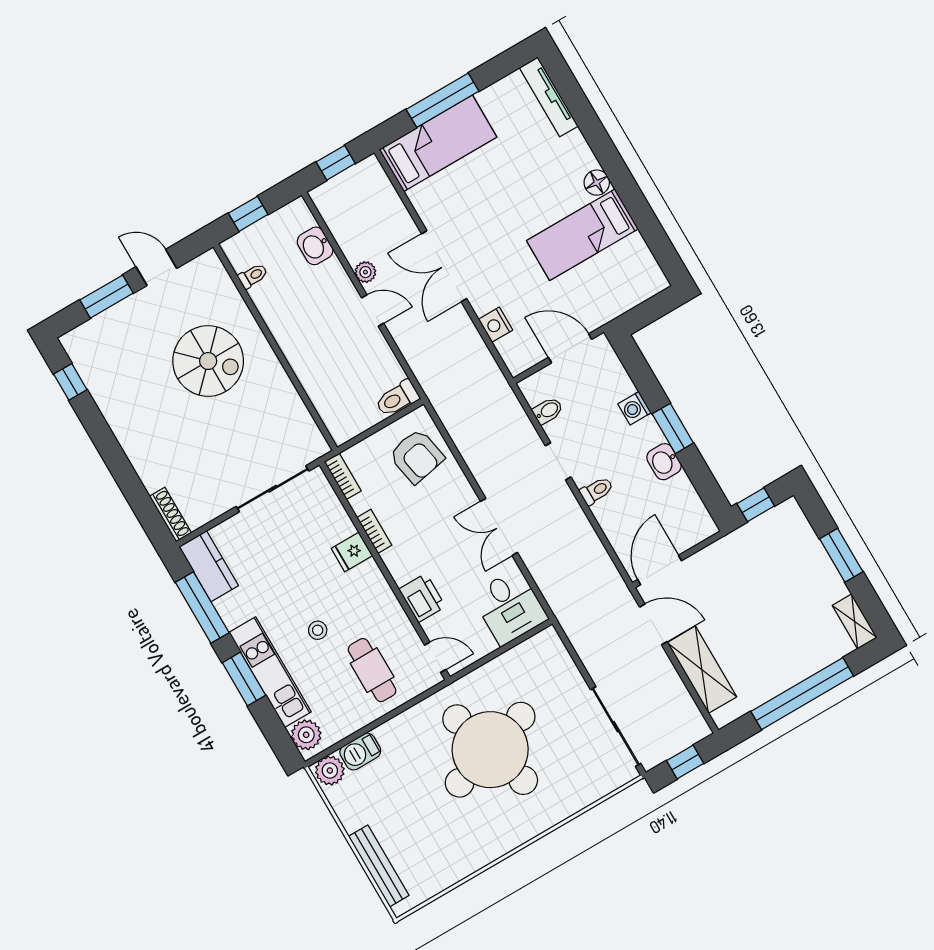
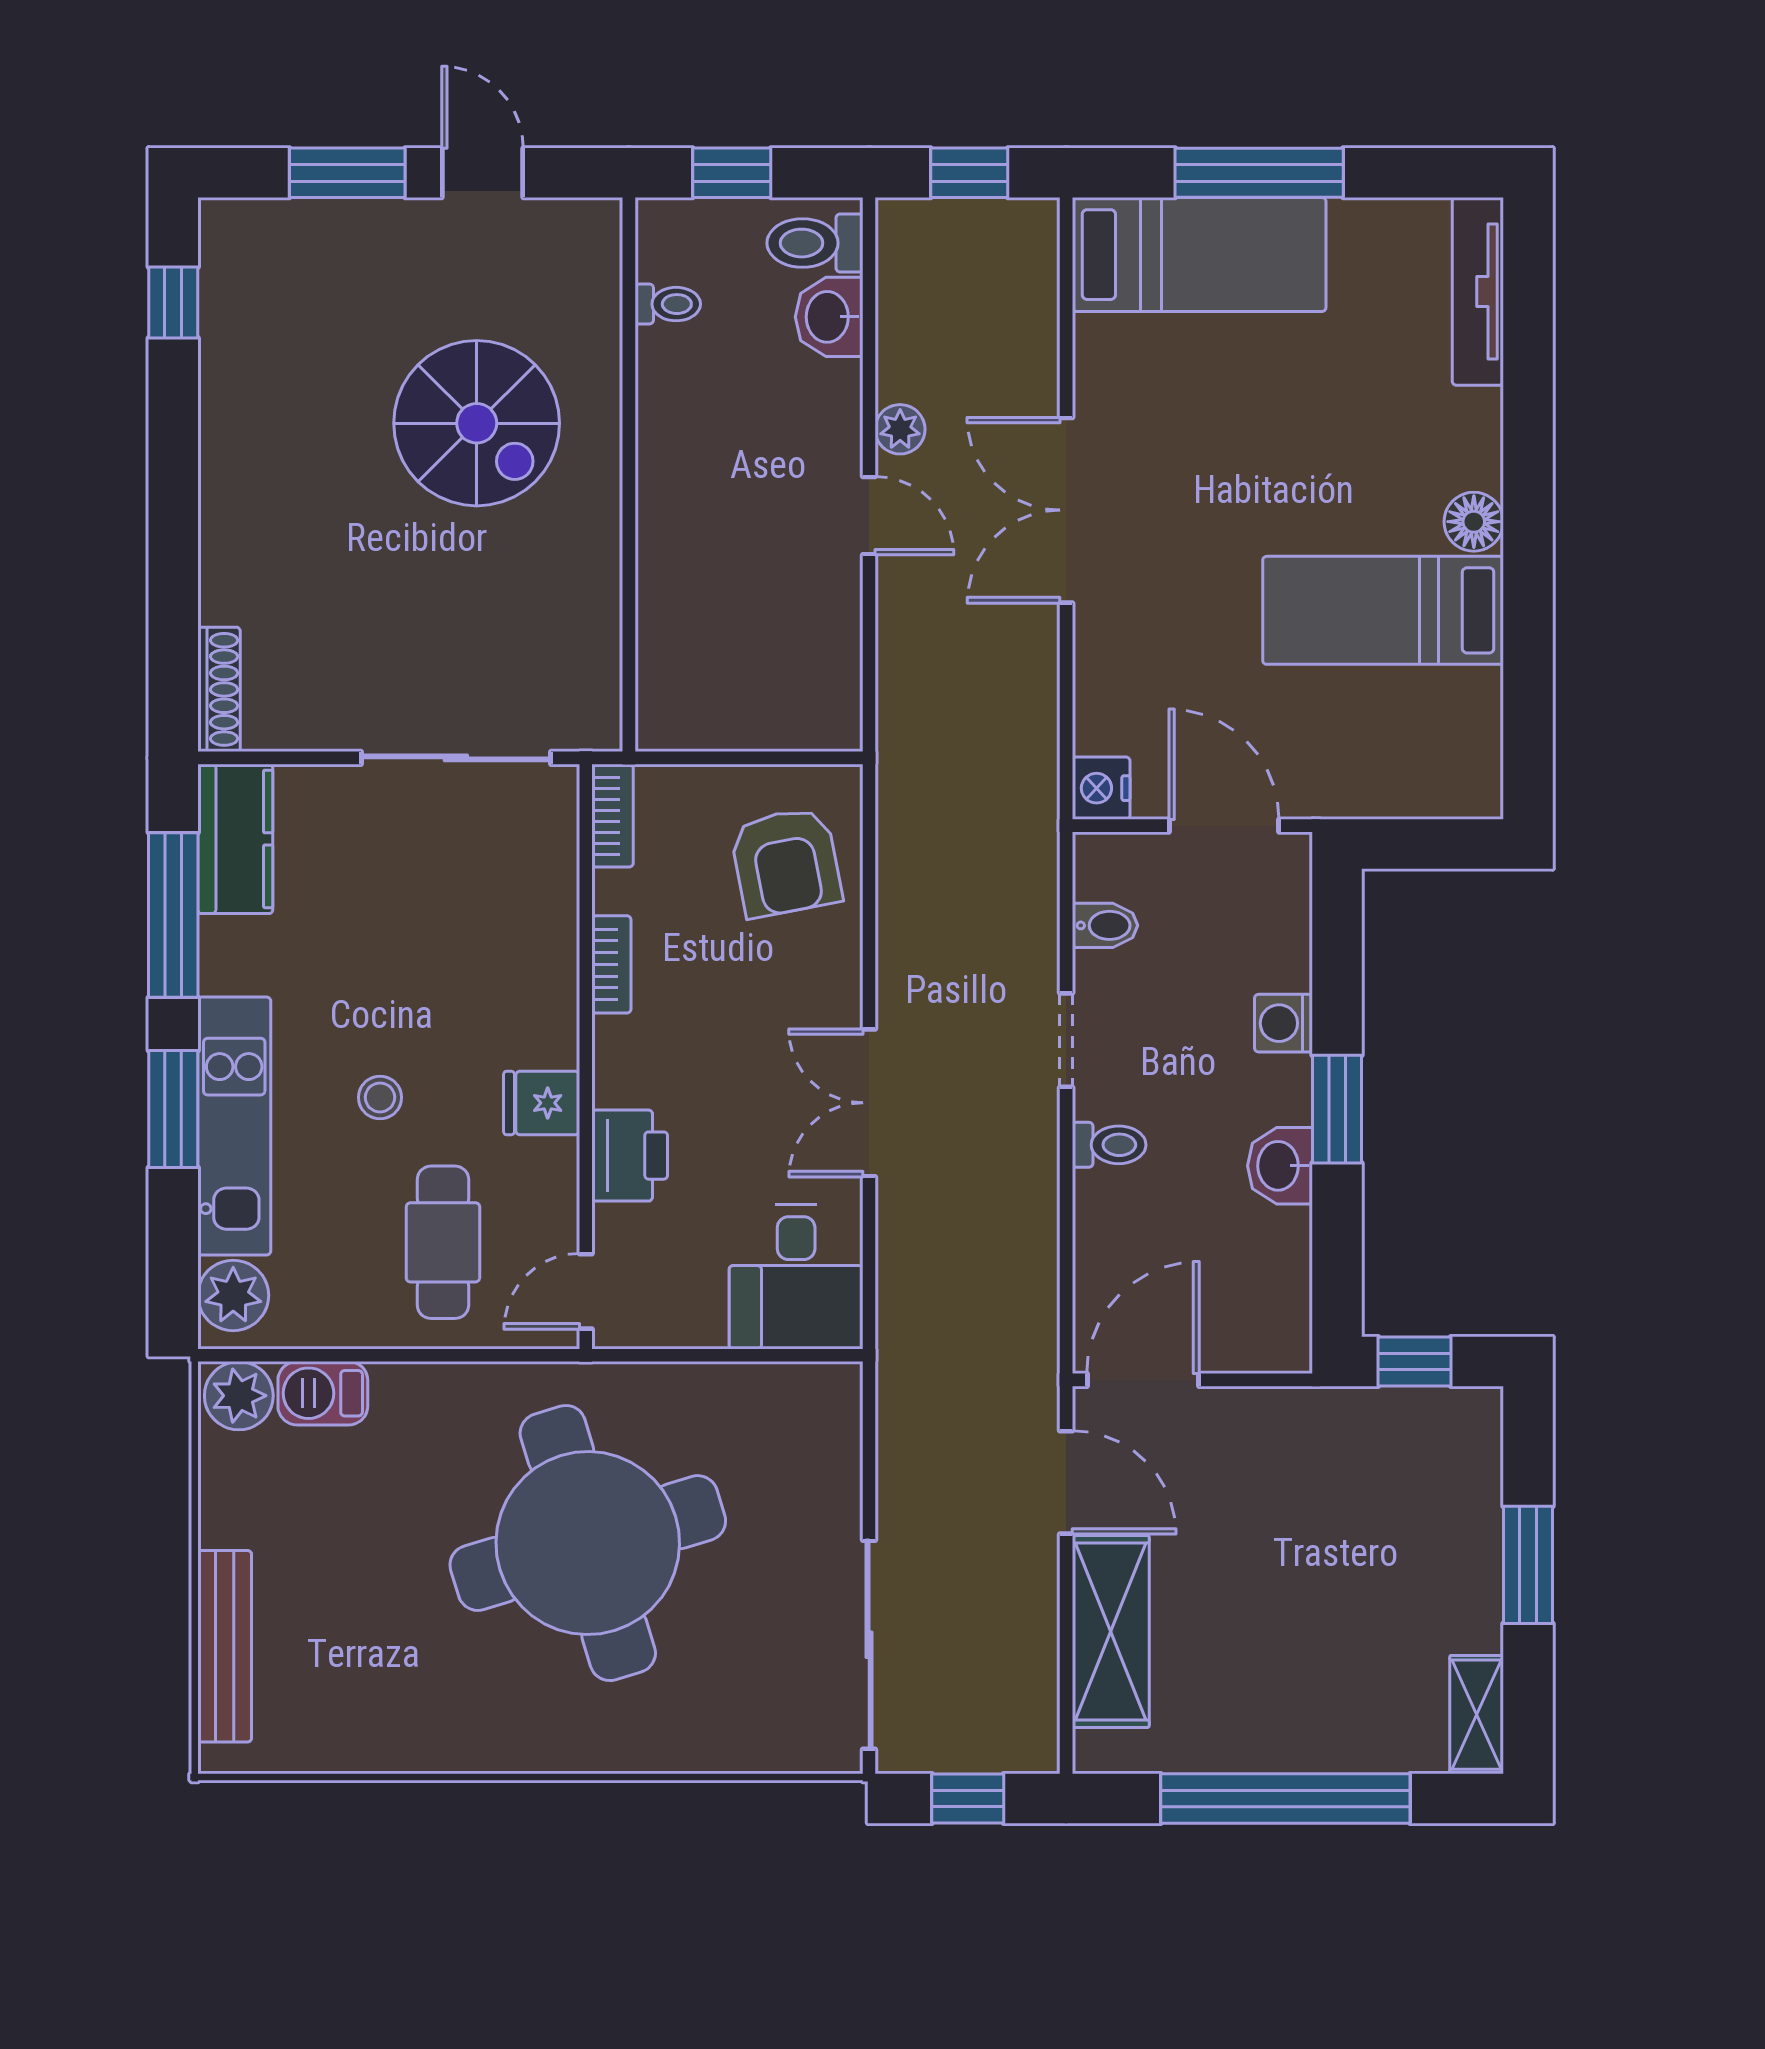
nightstand: (496, 325) -> (1101, 788), moved
toilet: (397, 398) -> (815, 243), moved
fridge: (352, 552) -> (542, 1103), moved
door: (435, 657) -> (586, 1291), swing flipped

